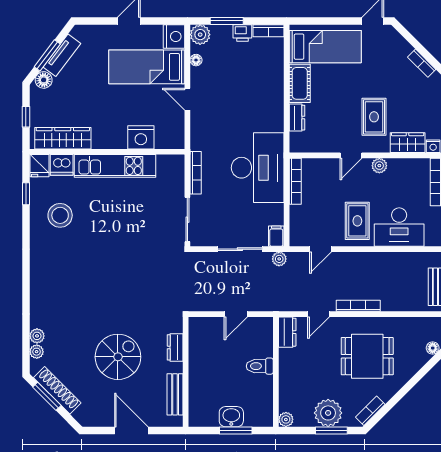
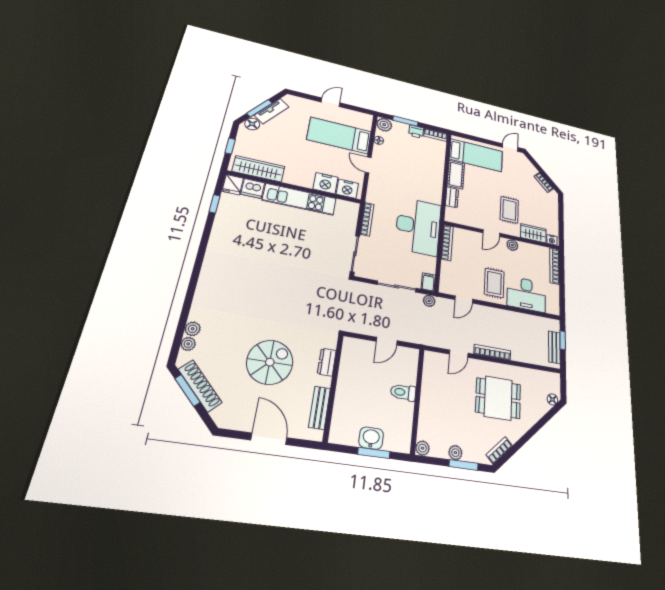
nightstand: (174, 36) -> (347, 189), moved, turned 90
stool: (60, 215) -> (242, 228), removed
dresser: (287, 332) -> (431, 365), removed
plant: (328, 413) -> (455, 453), width x0.53, depth x0.53

